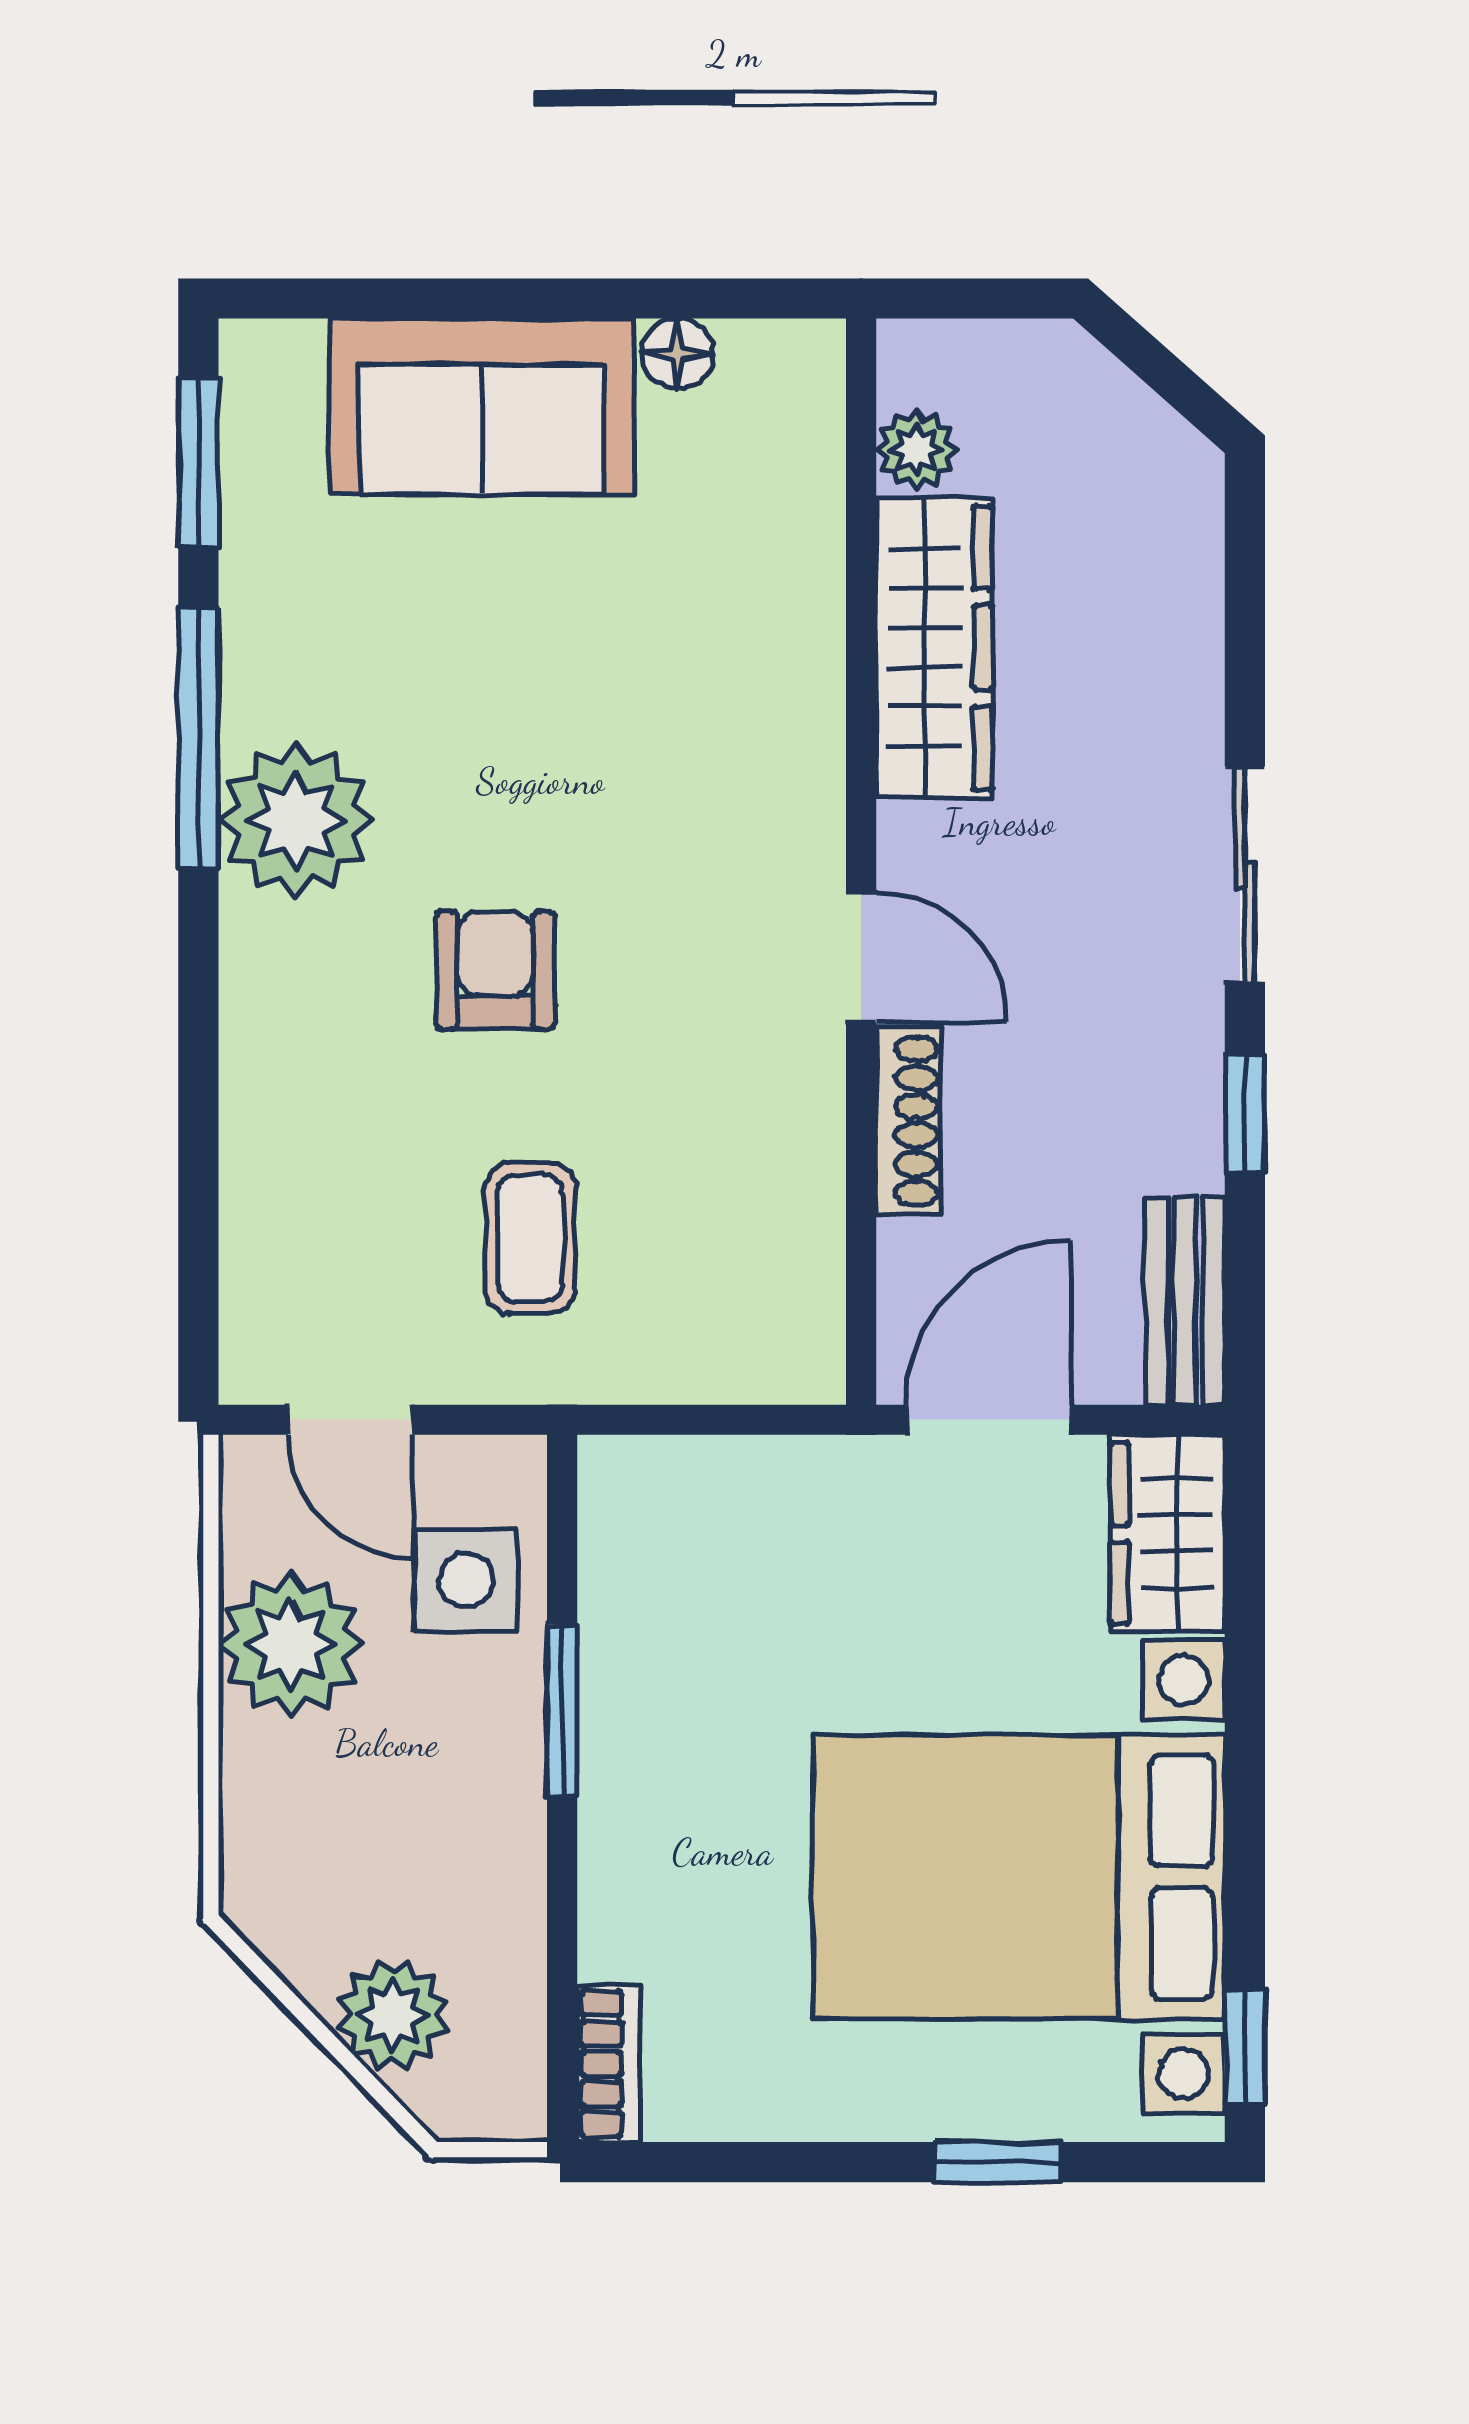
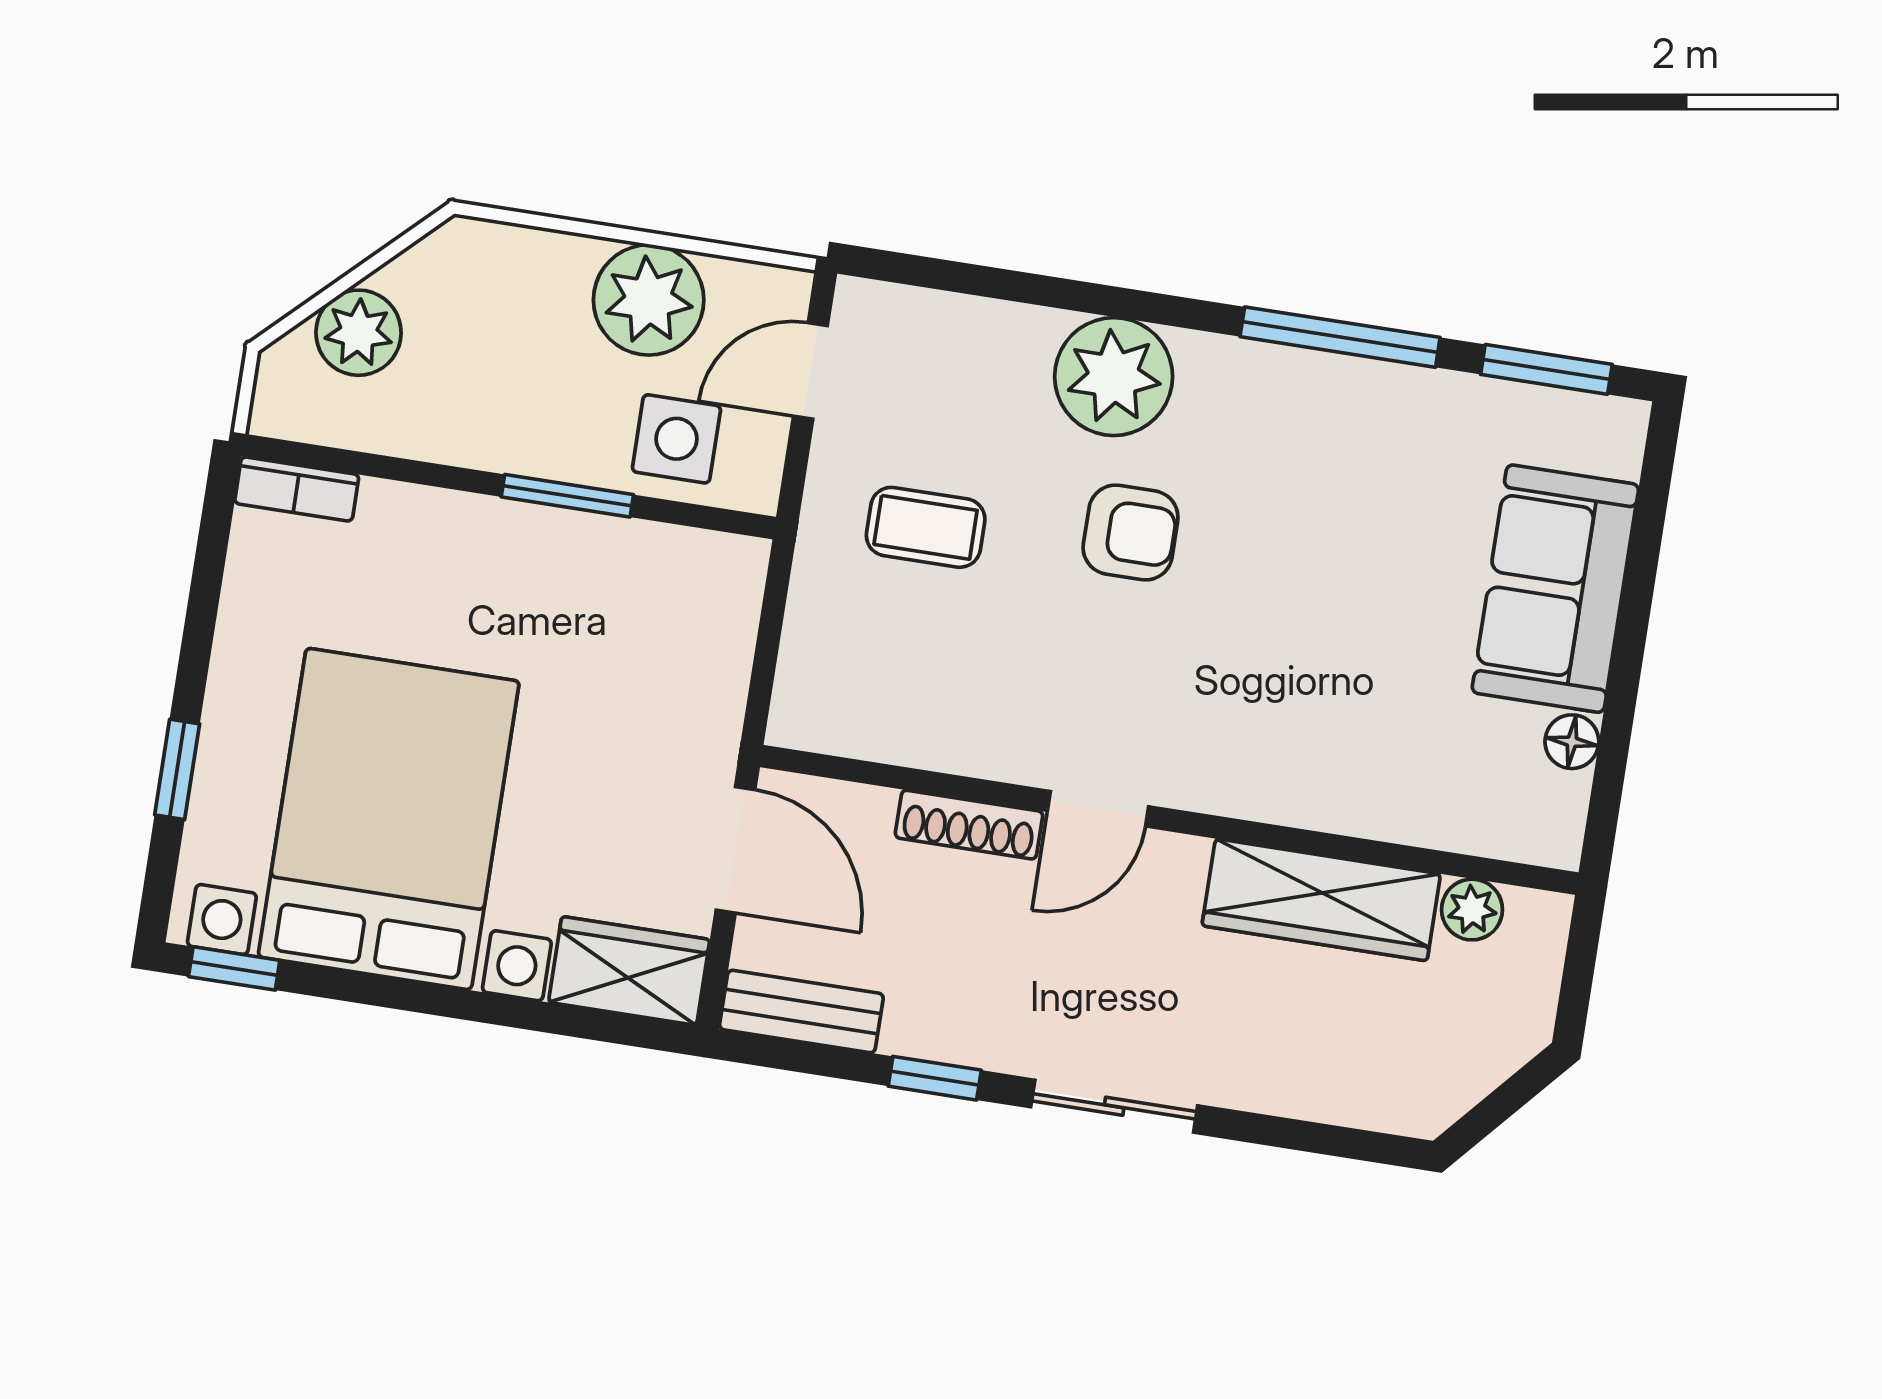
plant: (296, 820) -> (1114, 377), moved

